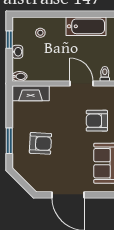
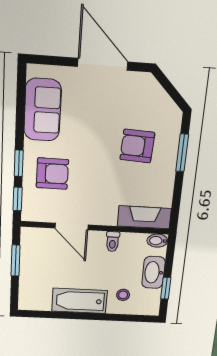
bathtub: (86, 26) -> (79, 301), moved
washbasin: (17, 52) -> (153, 272), width x1.91, depth x1.45
toilet: (105, 74) -> (113, 242), moved

